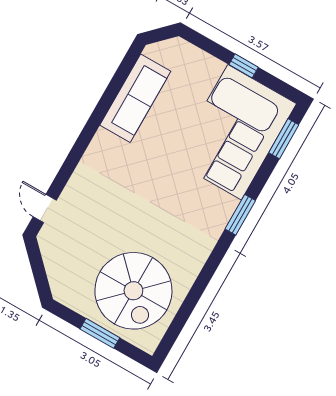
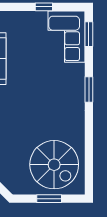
corner sofa: (235, 132) -> (66, 37), width x0.73, depth x0.74

